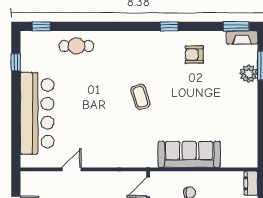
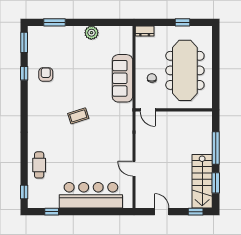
window: (169, 26) -> (24, 73), moved
fireplace: (242, 38) -> (33, 38), removed
armchair: (194, 55) -> (46, 74), turned 180
plant: (249, 74) -> (91, 33), moved

